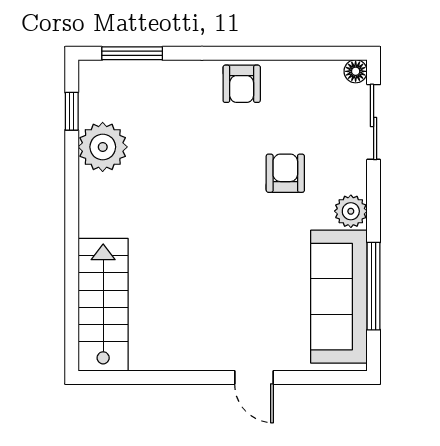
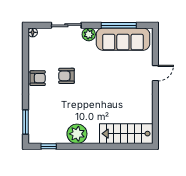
sliding door: (374, 122) -> (66, 25), moved
plant: (103, 147) -> (77, 134), moved
armchair: (285, 173) -> (67, 76), moved

